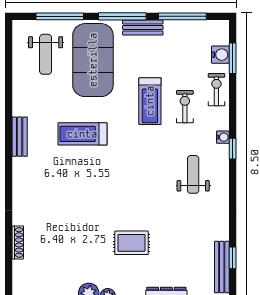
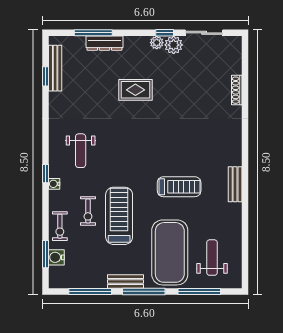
treadmill: (150, 101) -> (119, 216), width x1.37, depth x1.38

